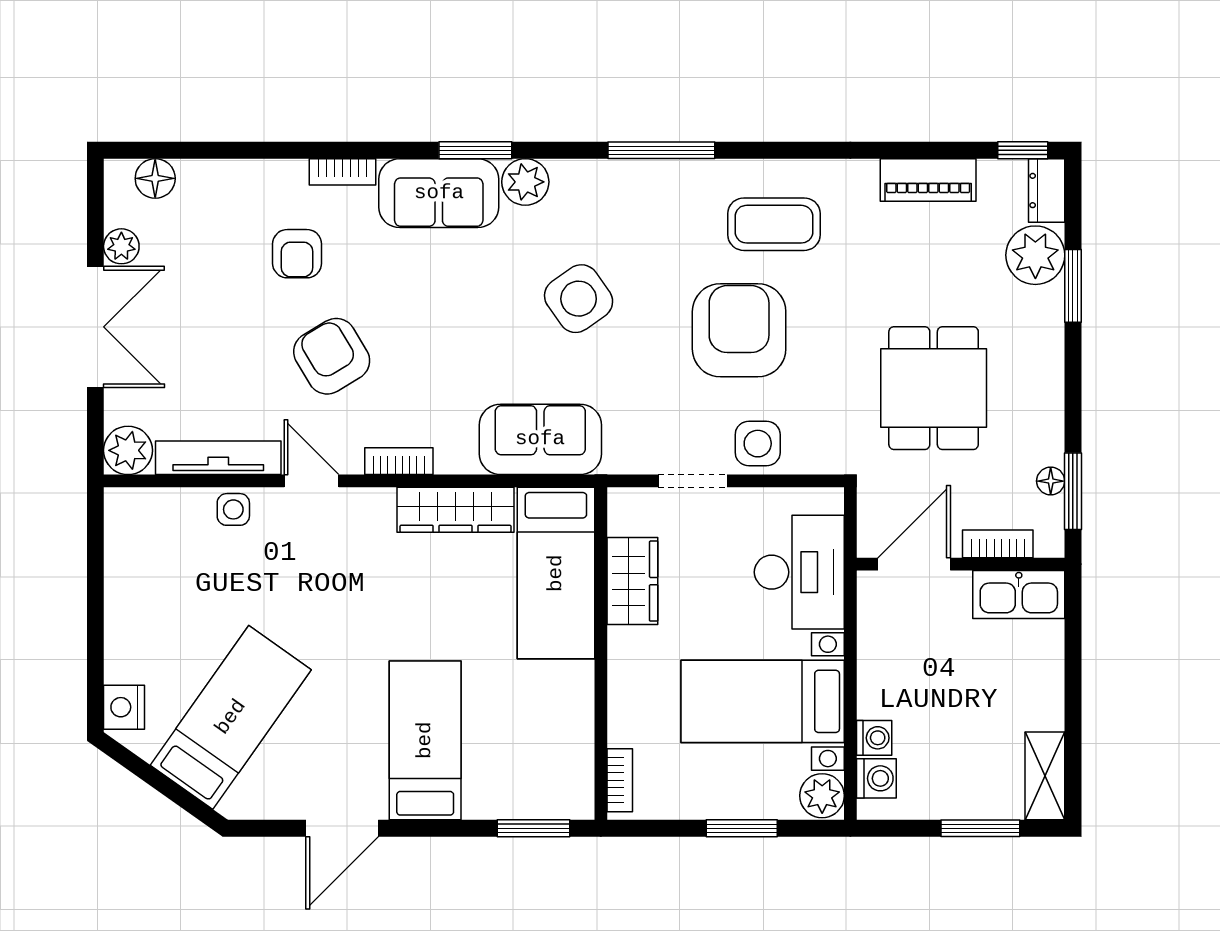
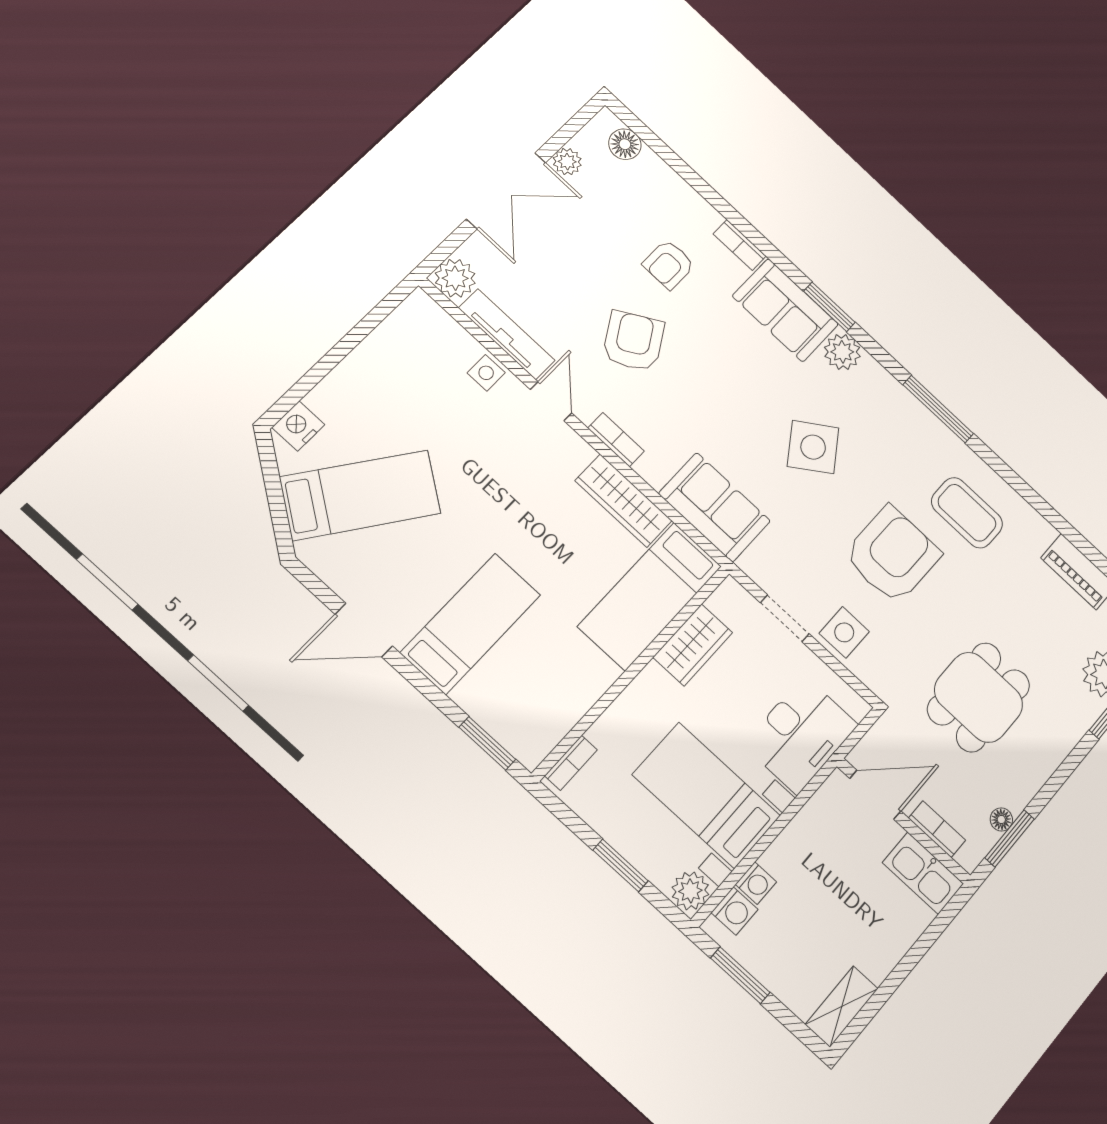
window: (980, 828) -> (740, 975), moved

